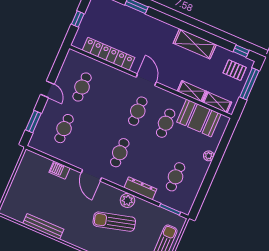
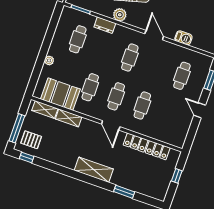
shelving: (195, 44) -> (94, 170), moved
cafe table: (82, 87) -> (142, 106), moved
dresser: (140, 188) -> (105, 25), width x0.70

